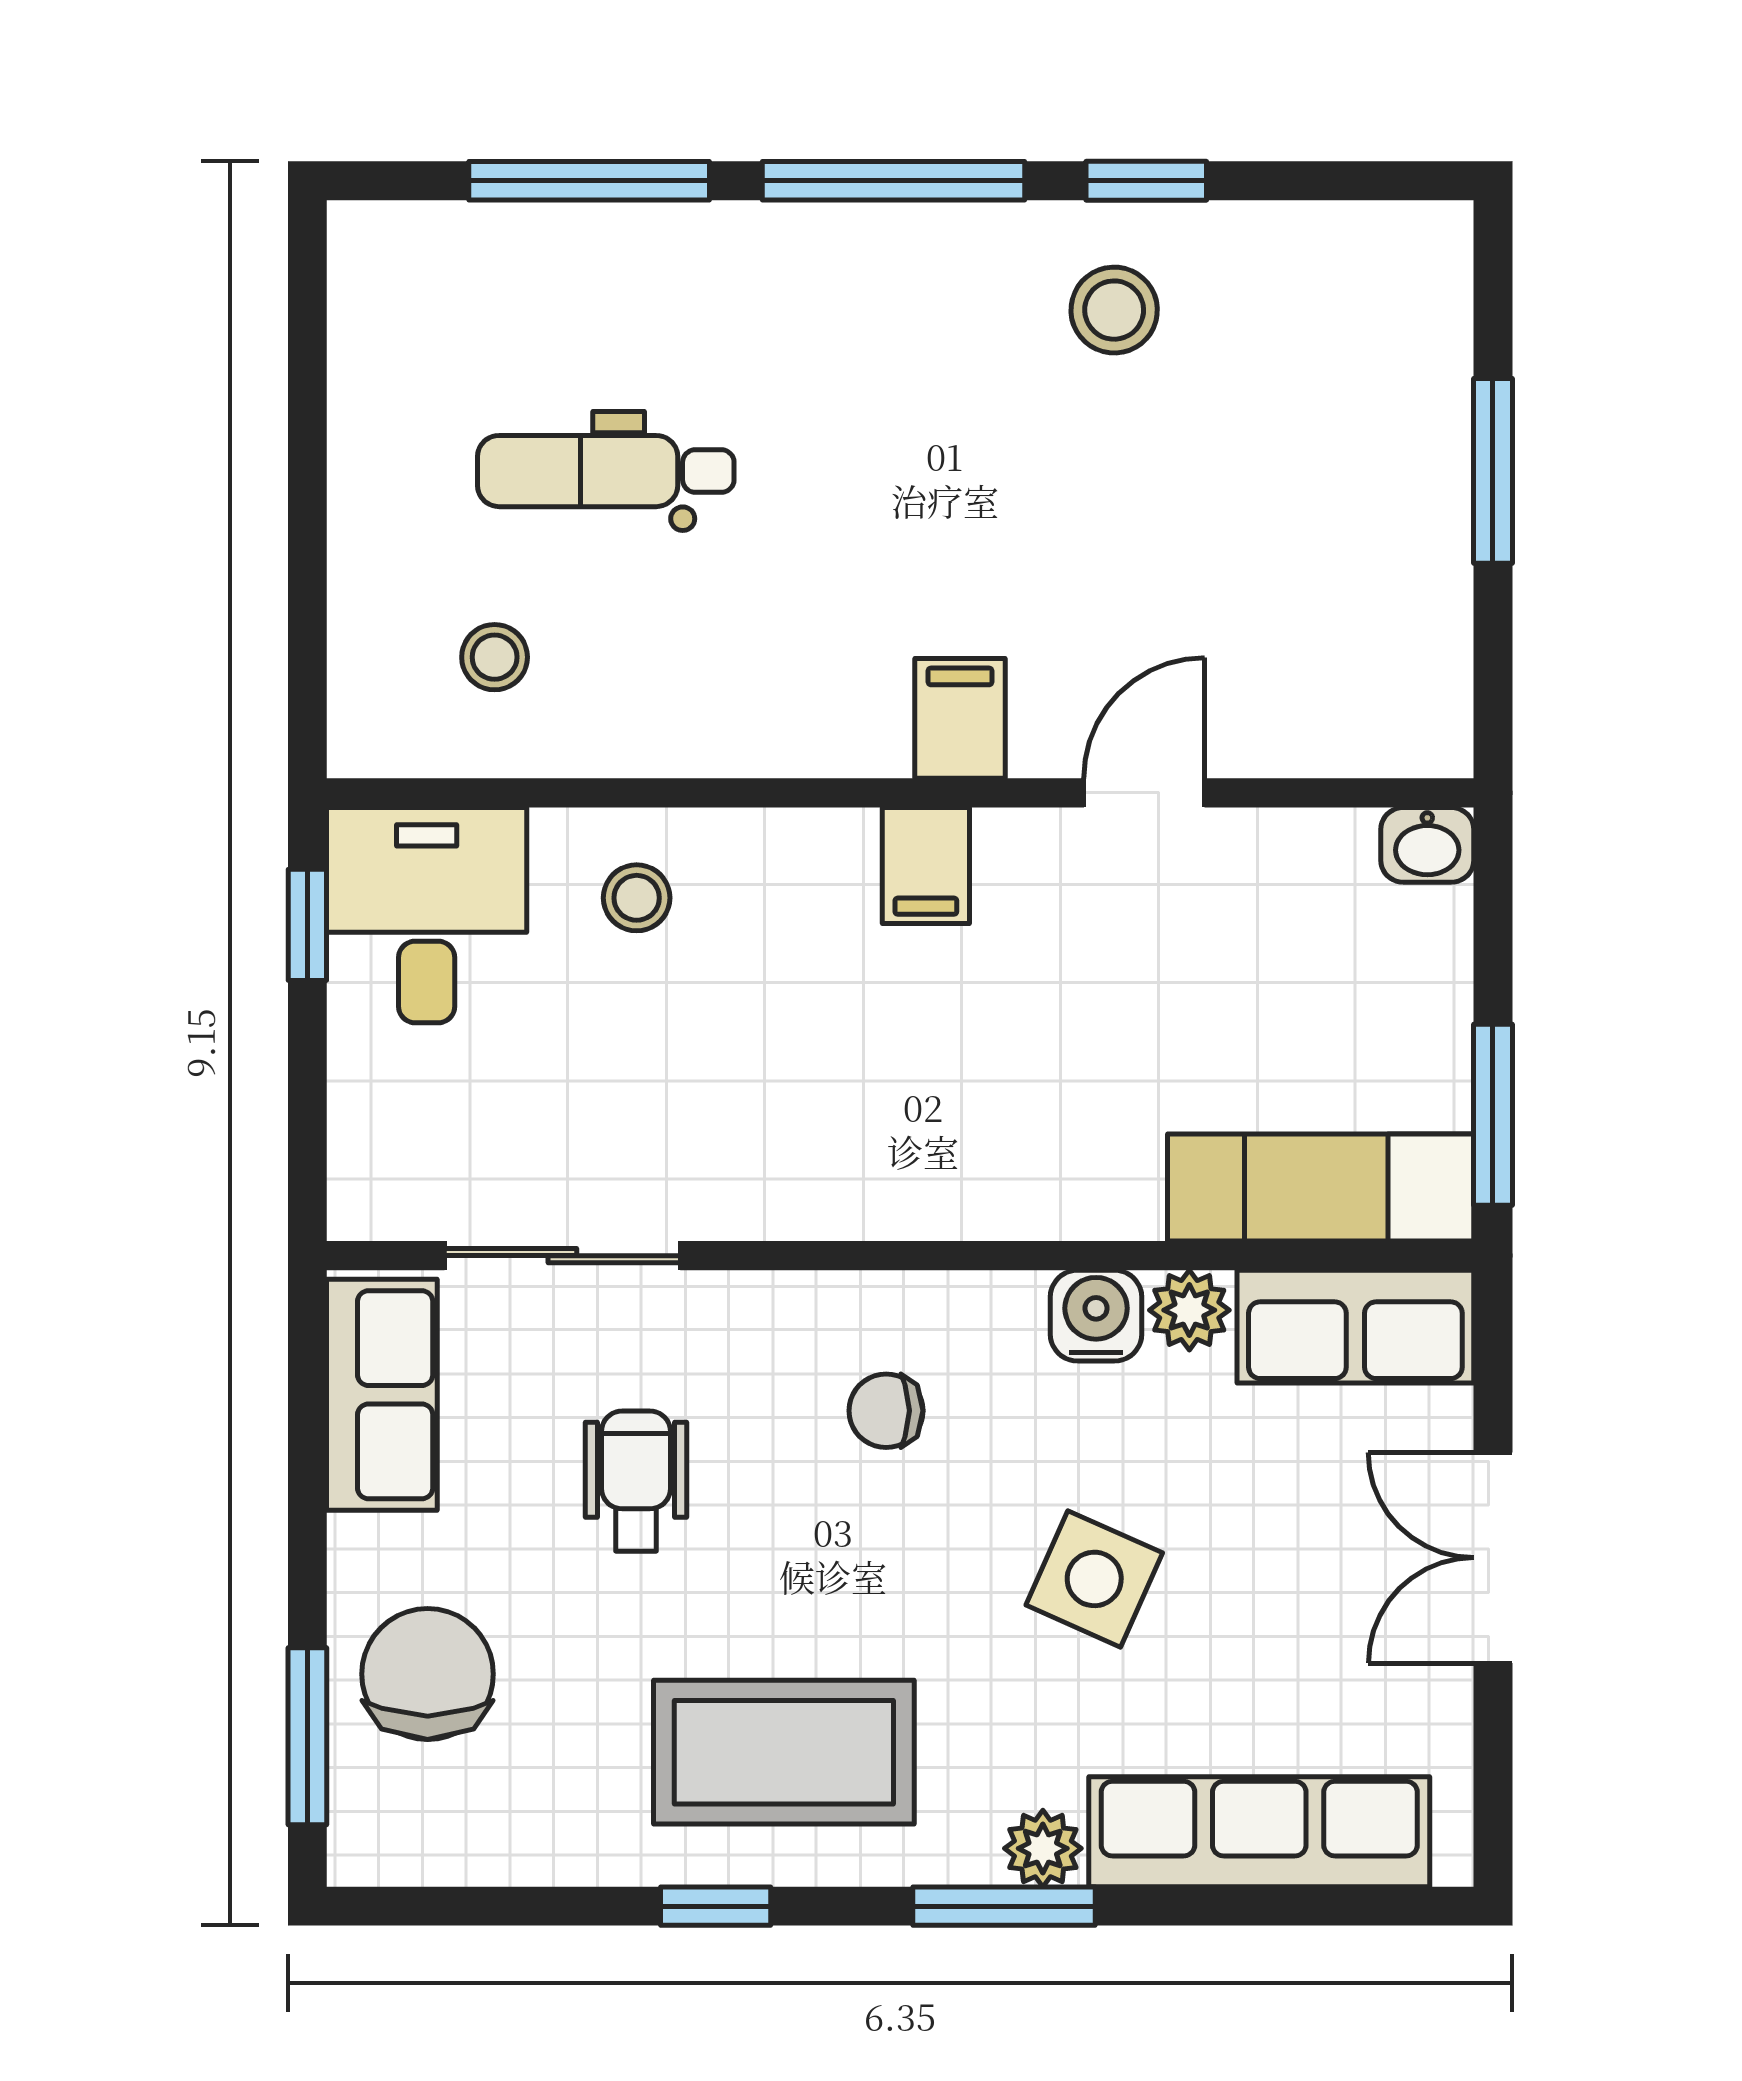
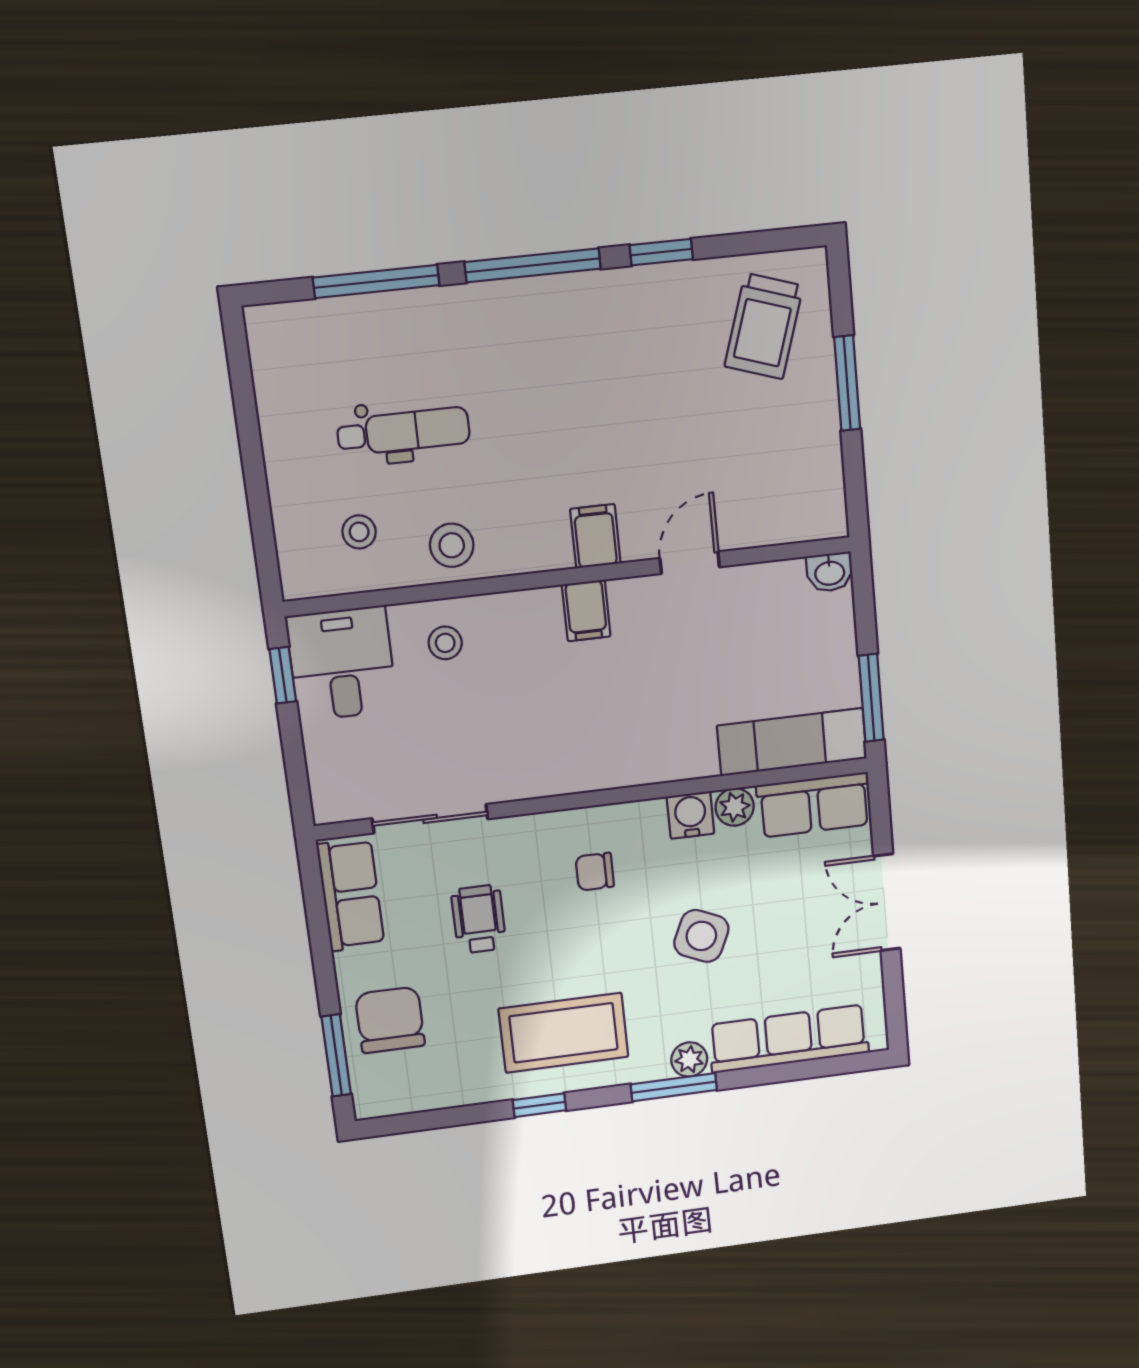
stool: (1114, 310) -> (452, 545), moved
trolley: (1335, 343) -> (764, 326), added
dental chair: (606, 471) -> (403, 431), turned 180

